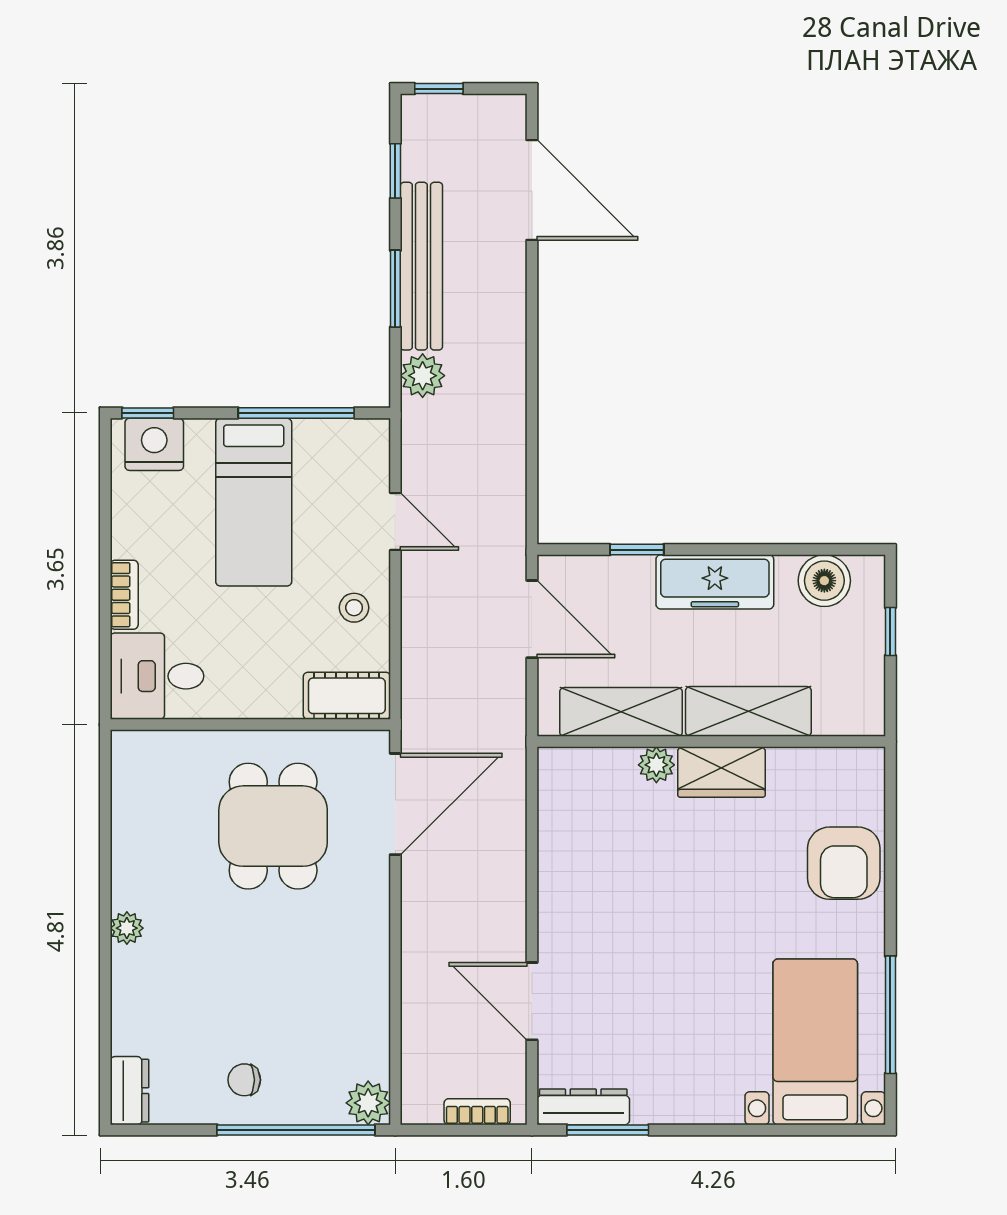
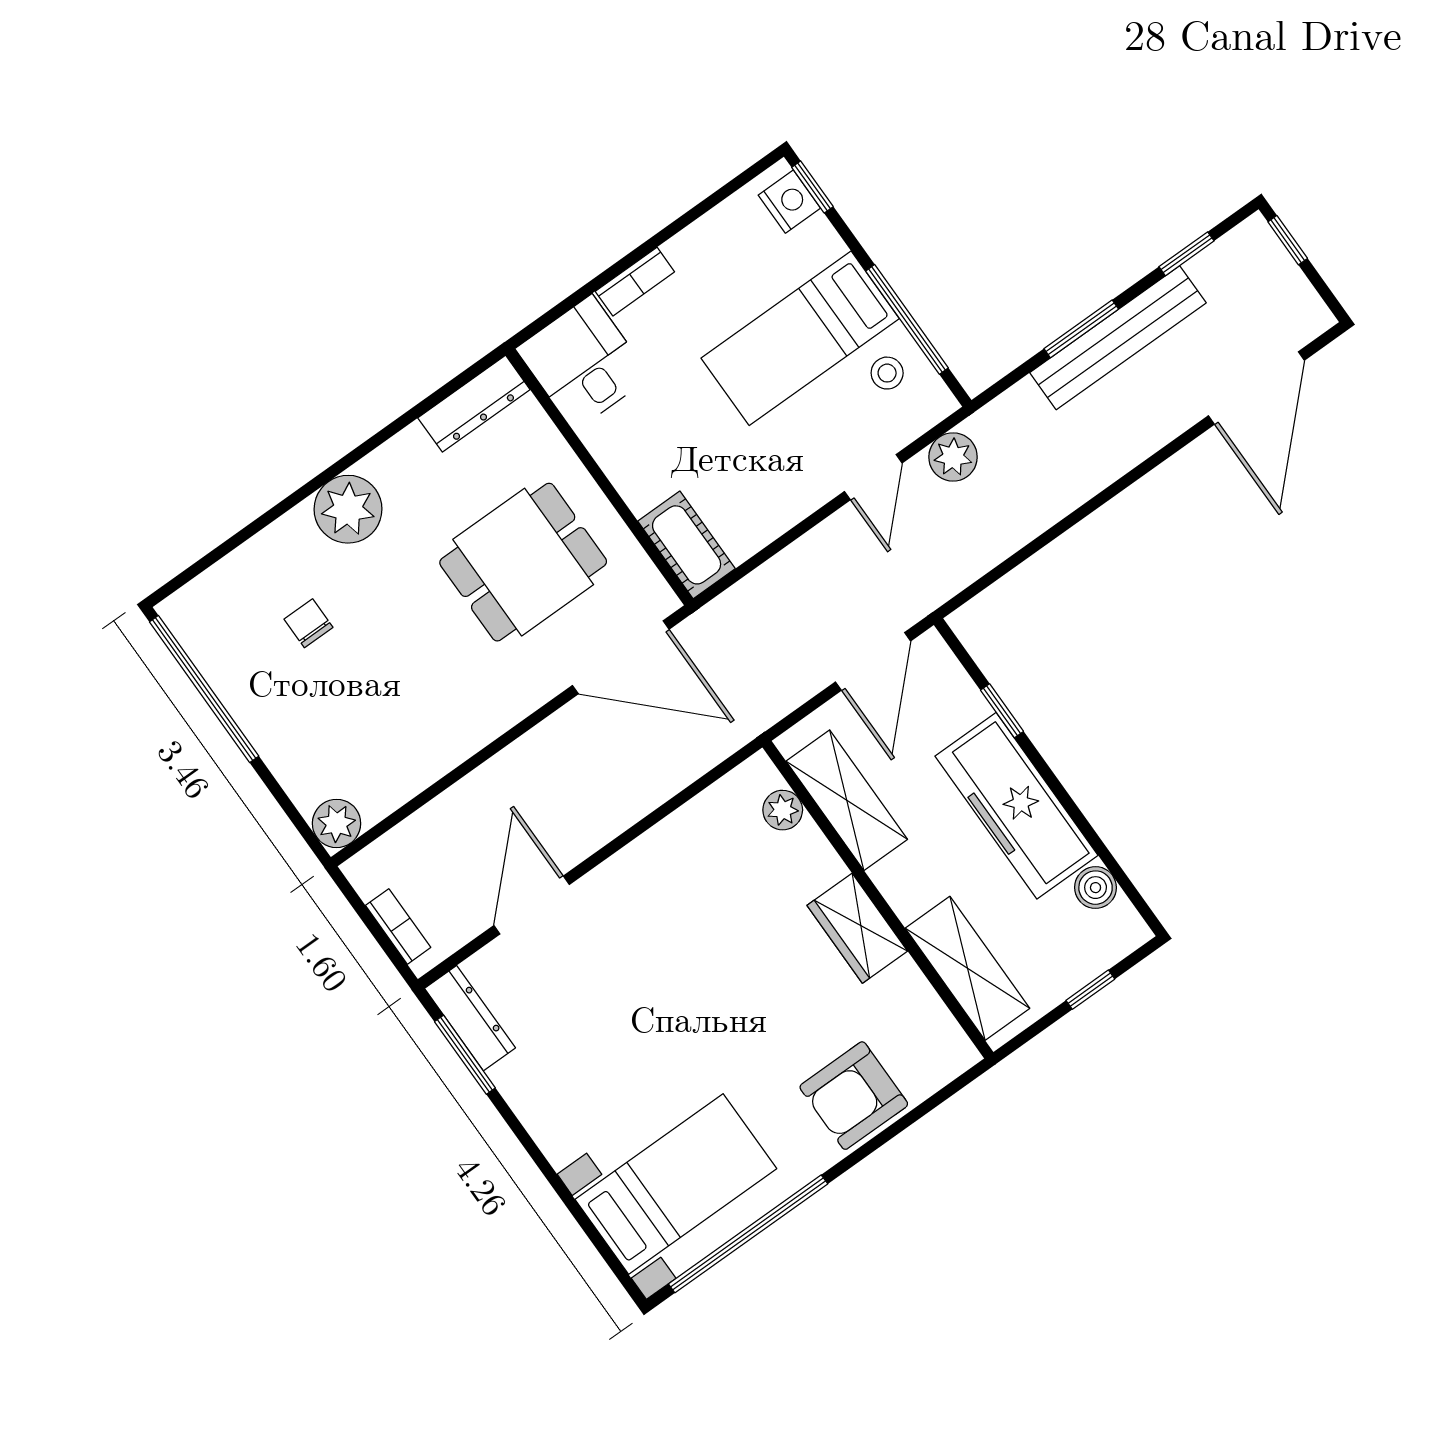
plant: (423, 376) -> (953, 457), moved
nightstand: (154, 444) -> (789, 202), width x0.74, depth x0.75
boiler: (824, 581) -> (1096, 888), width x0.73, depth x0.73
freezer: (715, 582) -> (1016, 806), width x1.36, depth x1.26
stool: (354, 608) -> (887, 373), moved
shelving: (748, 711) -> (968, 968), moved
plant: (656, 765) -> (783, 810), moved
plant: (127, 928) -> (348, 509), width x1.87, depth x1.87
window: (890, 1015) -> (748, 1234), width x1.46
chair: (244, 1080) -> (308, 623), moved
dresser: (130, 1091) -> (474, 404), moved, width x1.44
window: (296, 1130) -> (204, 689), moved

